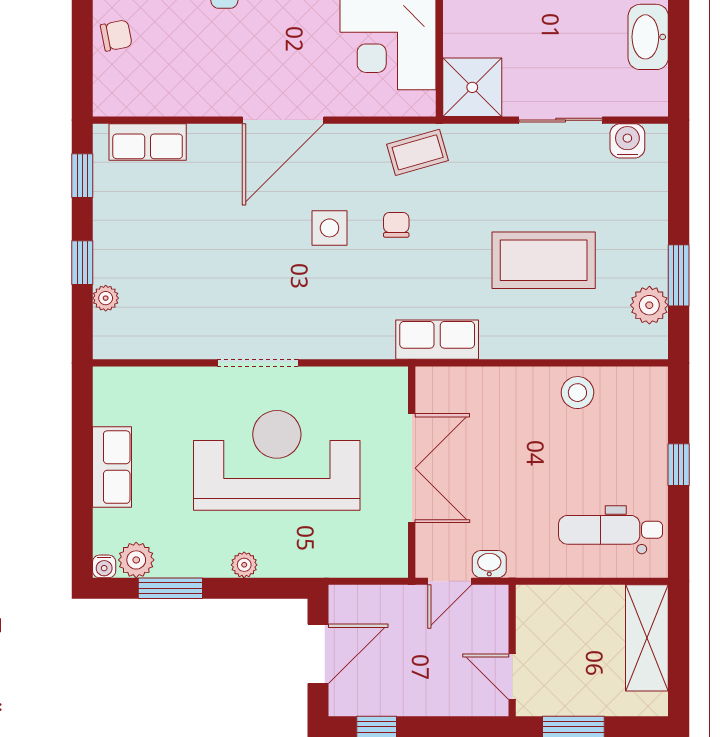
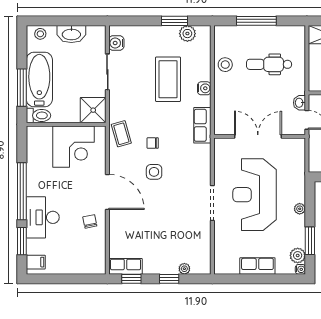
chair: (116, 35) -> (90, 221), moved
row of seats: (148, 142) -> (125, 266), moved, turned -90
water cooler: (523, 344) -> (204, 88), added
window: (679, 465) -> (256, 21), width x2.17
dental chair: (611, 530) -> (269, 64), moved, turned 90

